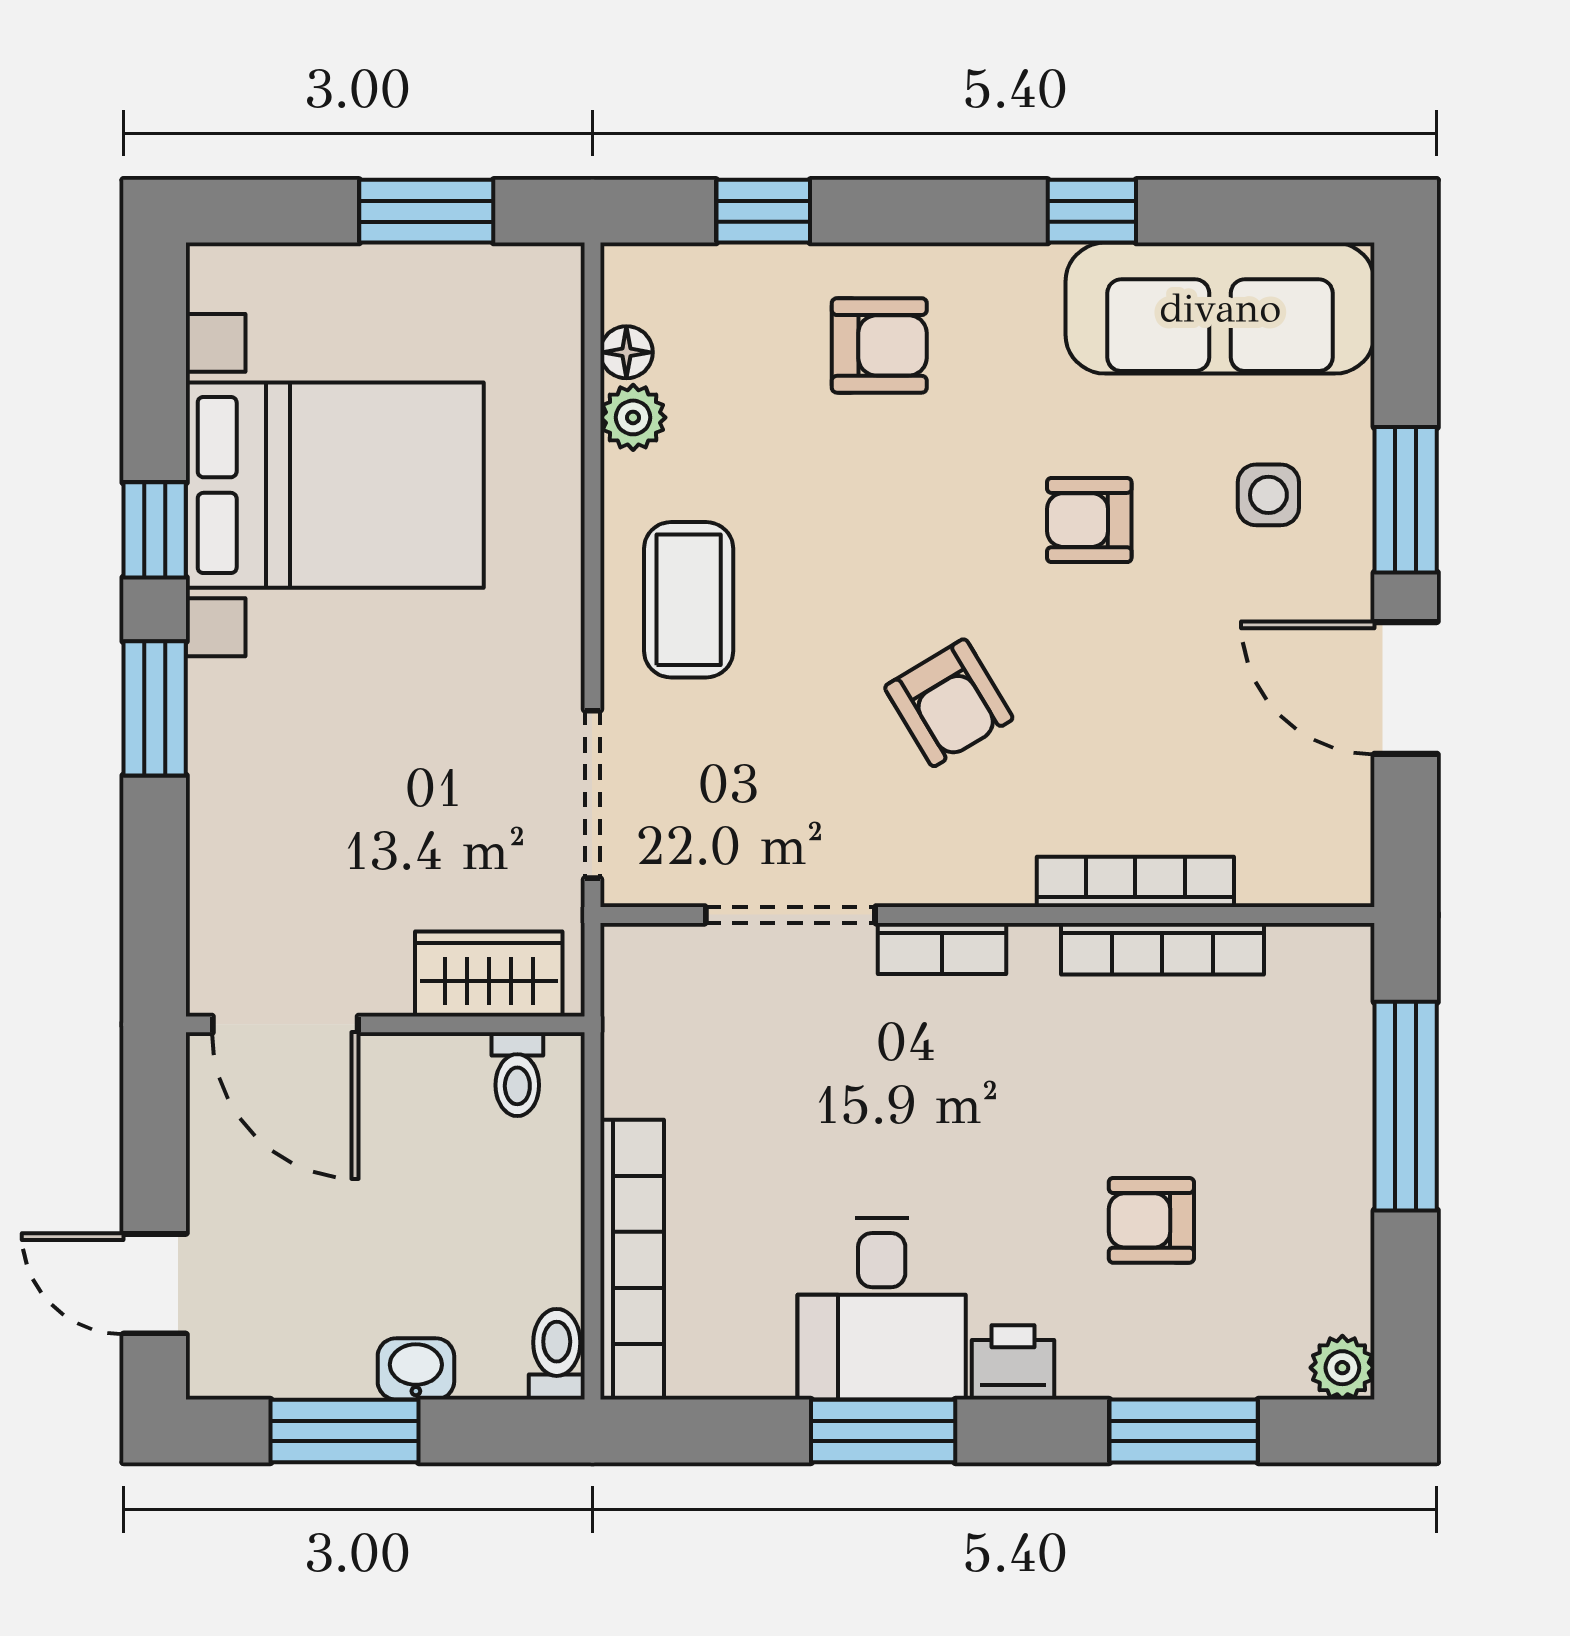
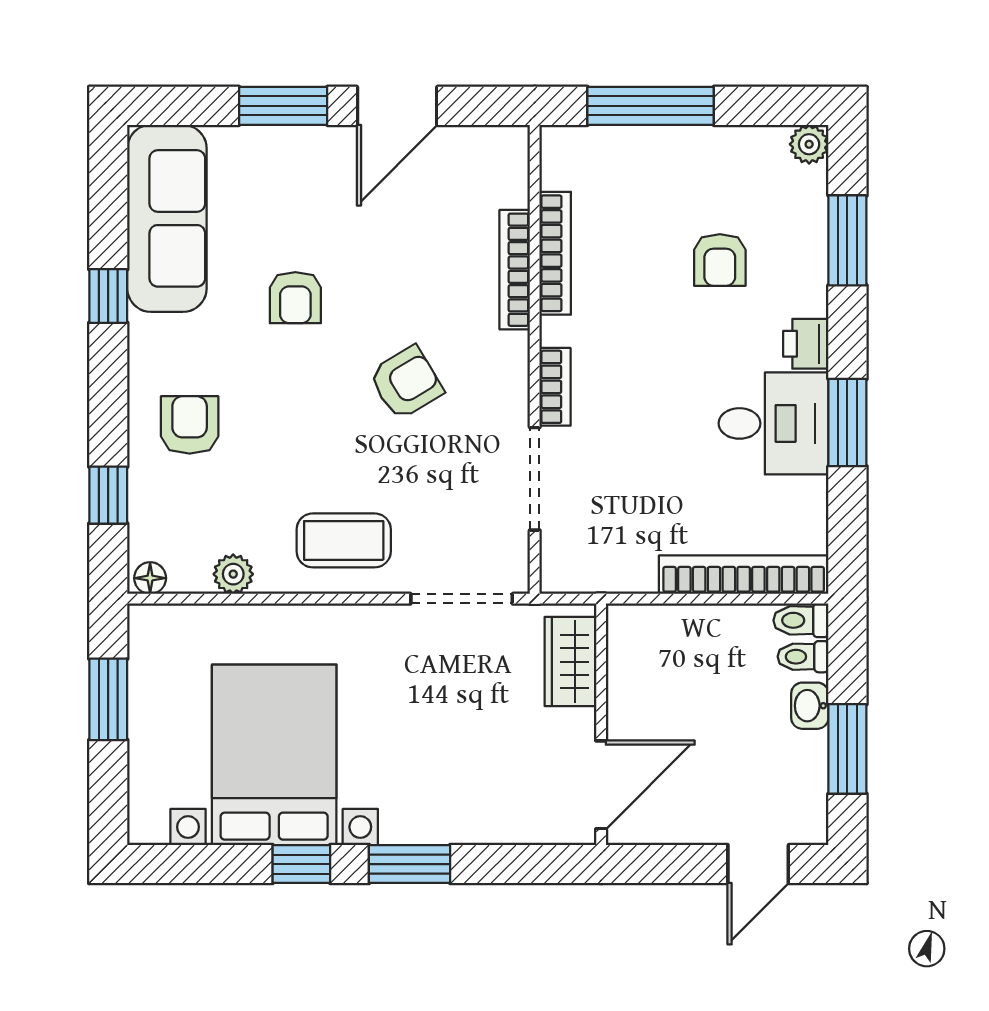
floor lamp: (626, 352) -> (150, 578), moved
side table: (1268, 495) -> (280, 189), removed
toilet: (517, 1074) -> (803, 657), moved, turned 180

